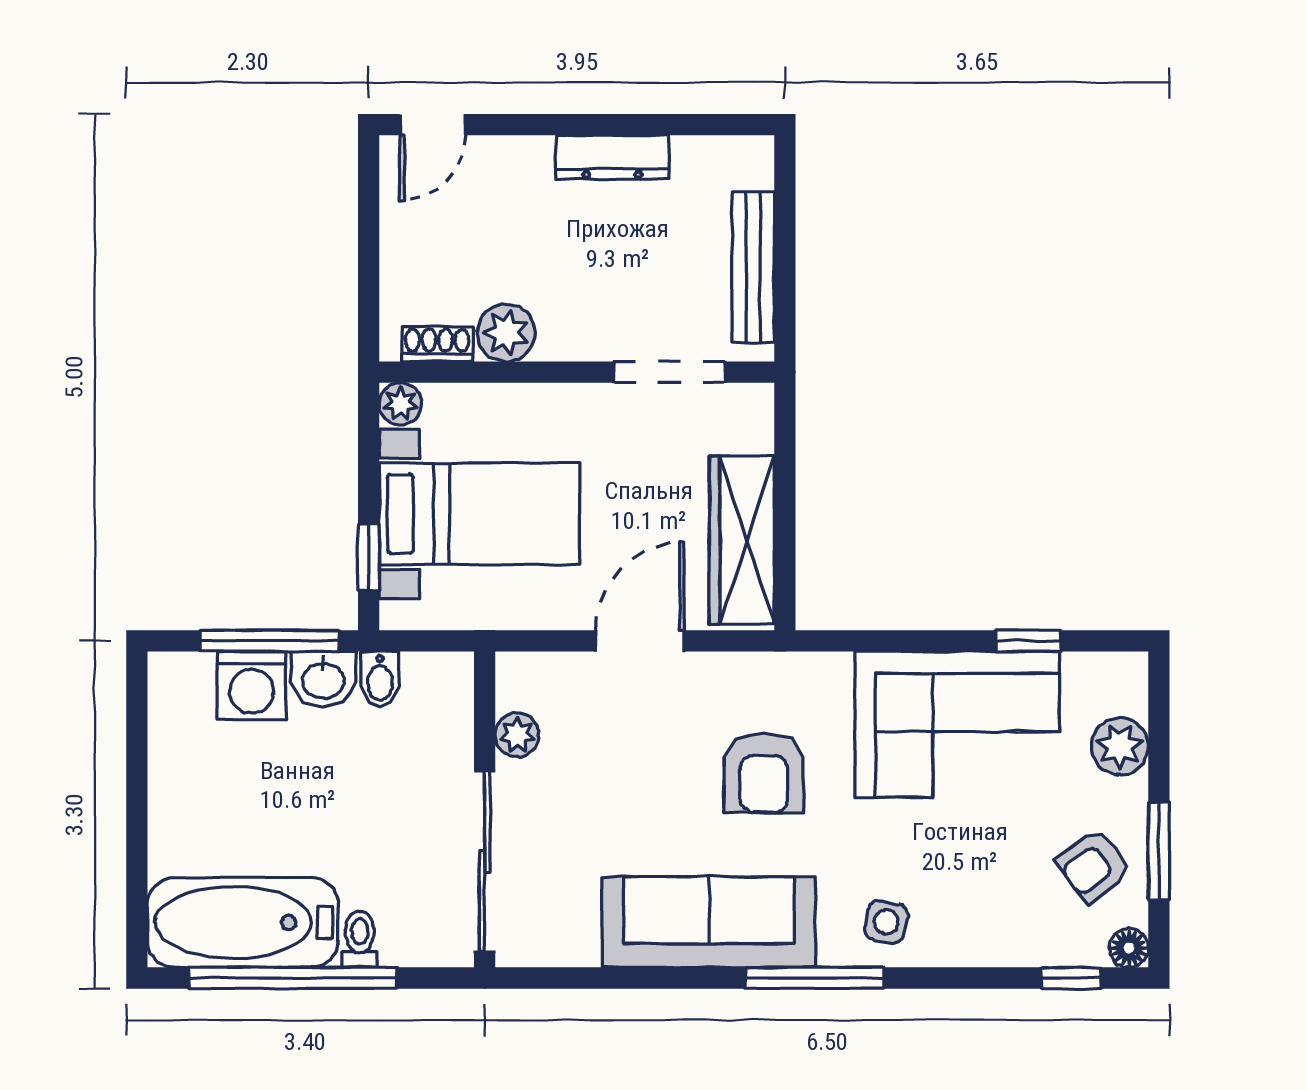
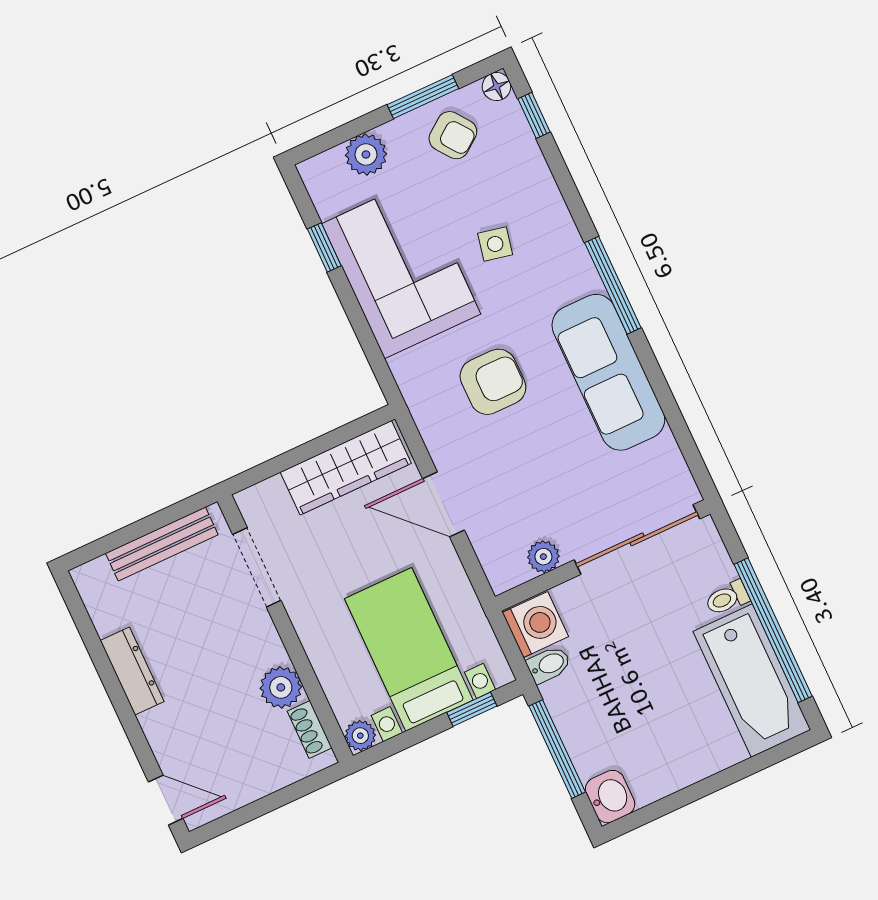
washbasin: (323, 679) -> (610, 797), moved
washing machine: (252, 686) -> (535, 625), moved
side table: (886, 922) -> (495, 244), moved

